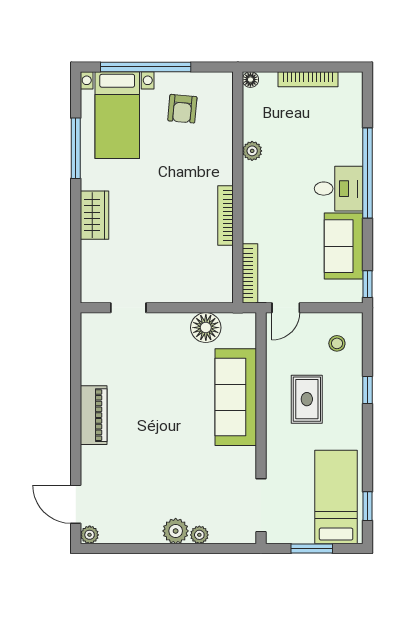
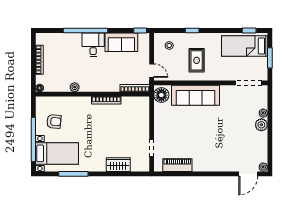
wardrobe: (95, 215) -> (118, 165), moved
floor lamp: (206, 328) -> (161, 95), moved
rug: (307, 399) -> (197, 60), turned 90
piano: (94, 415) -> (177, 165), moved

